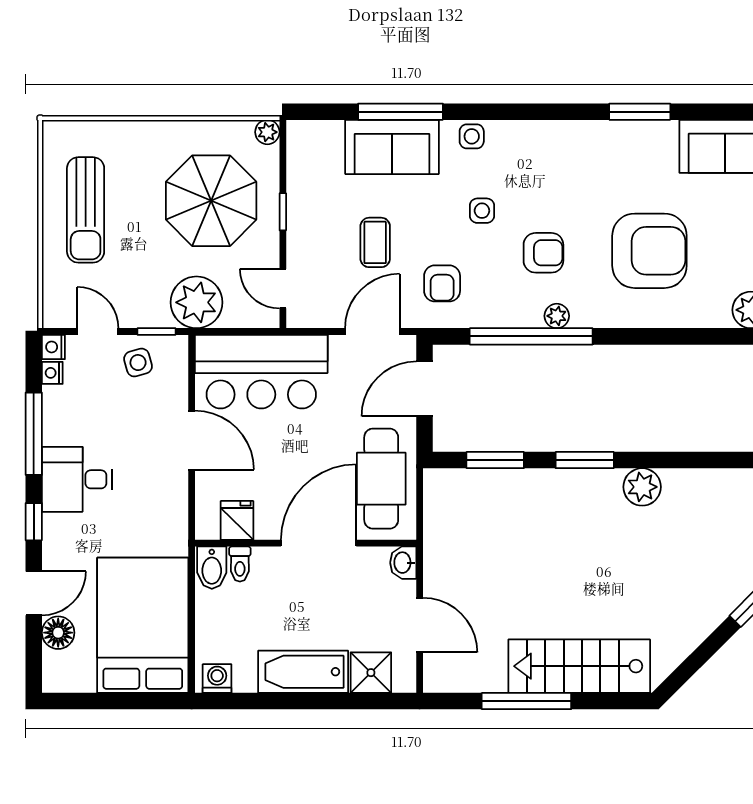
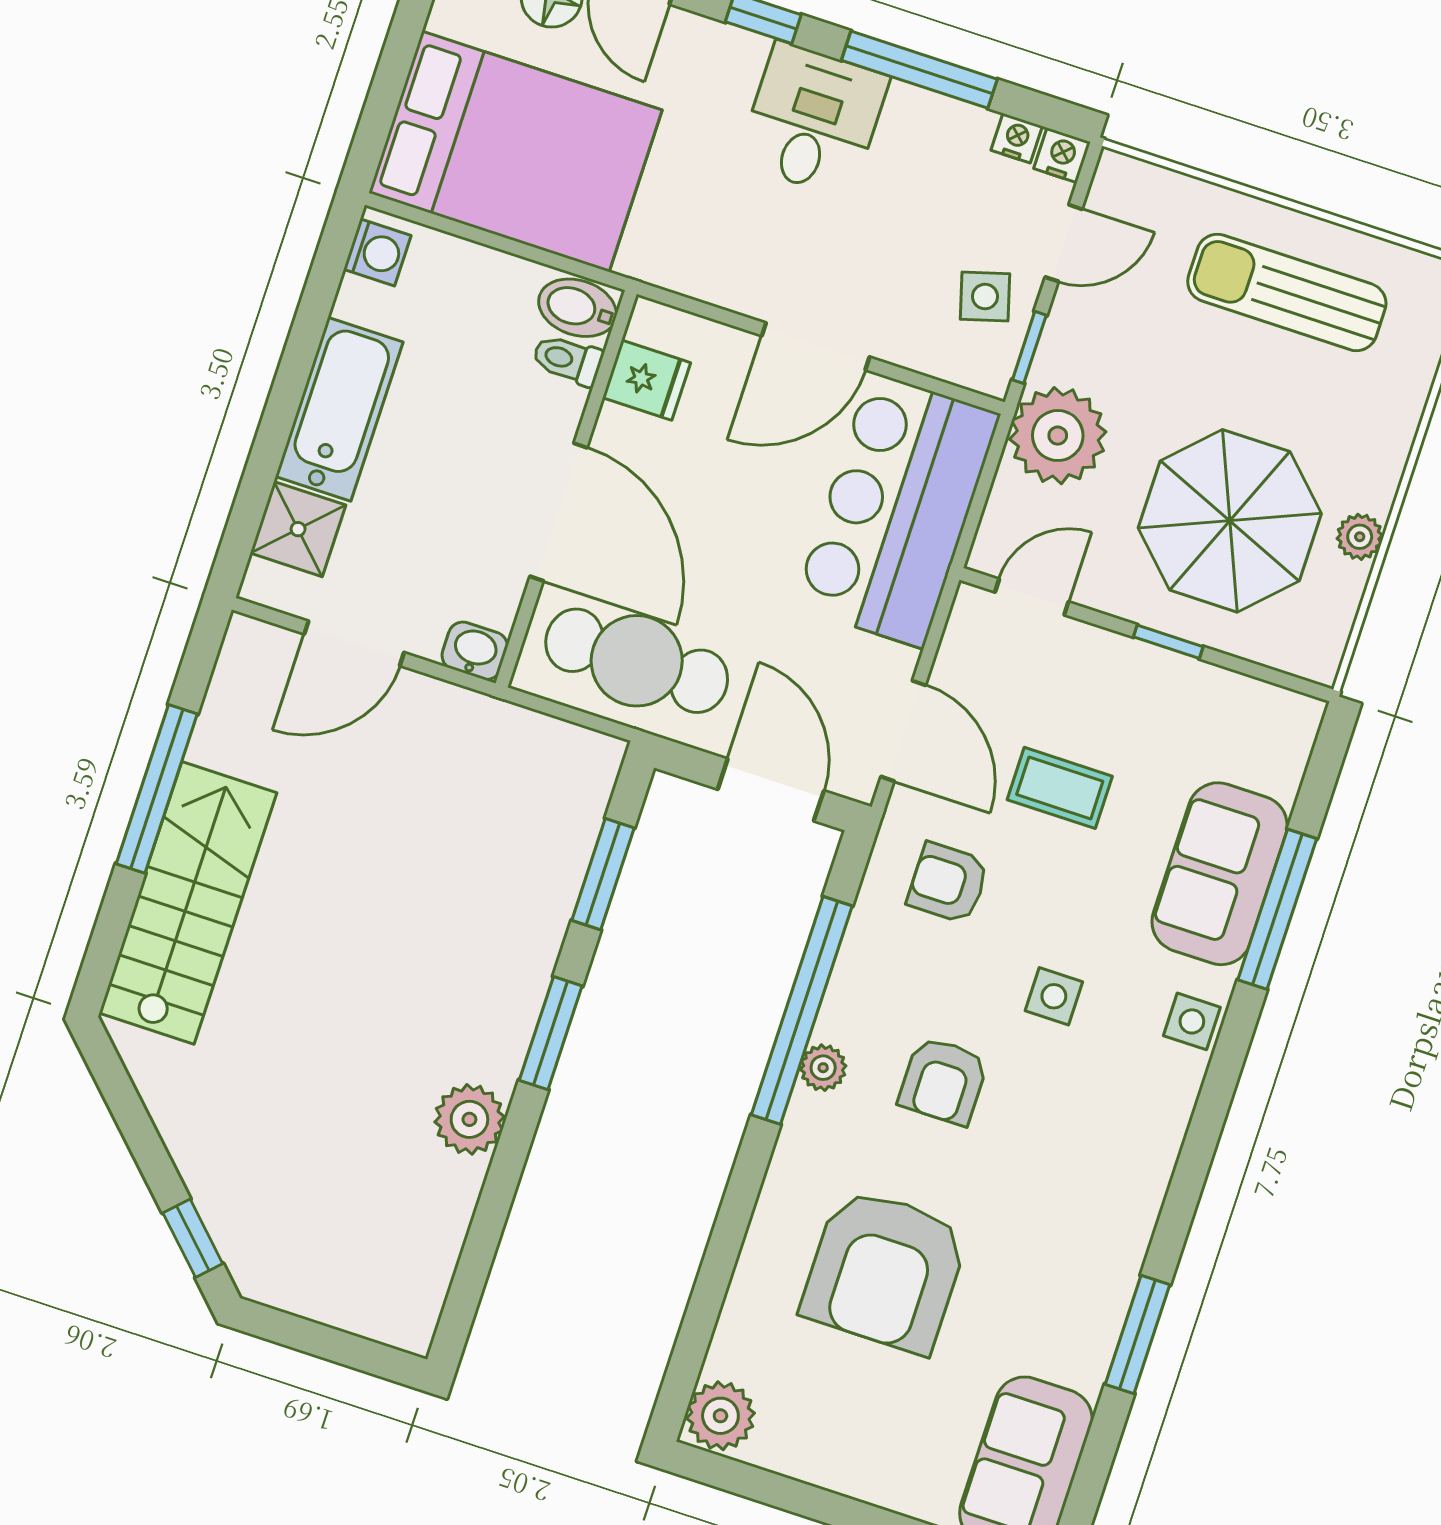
plant: (267, 132) -> (1360, 537), moved

